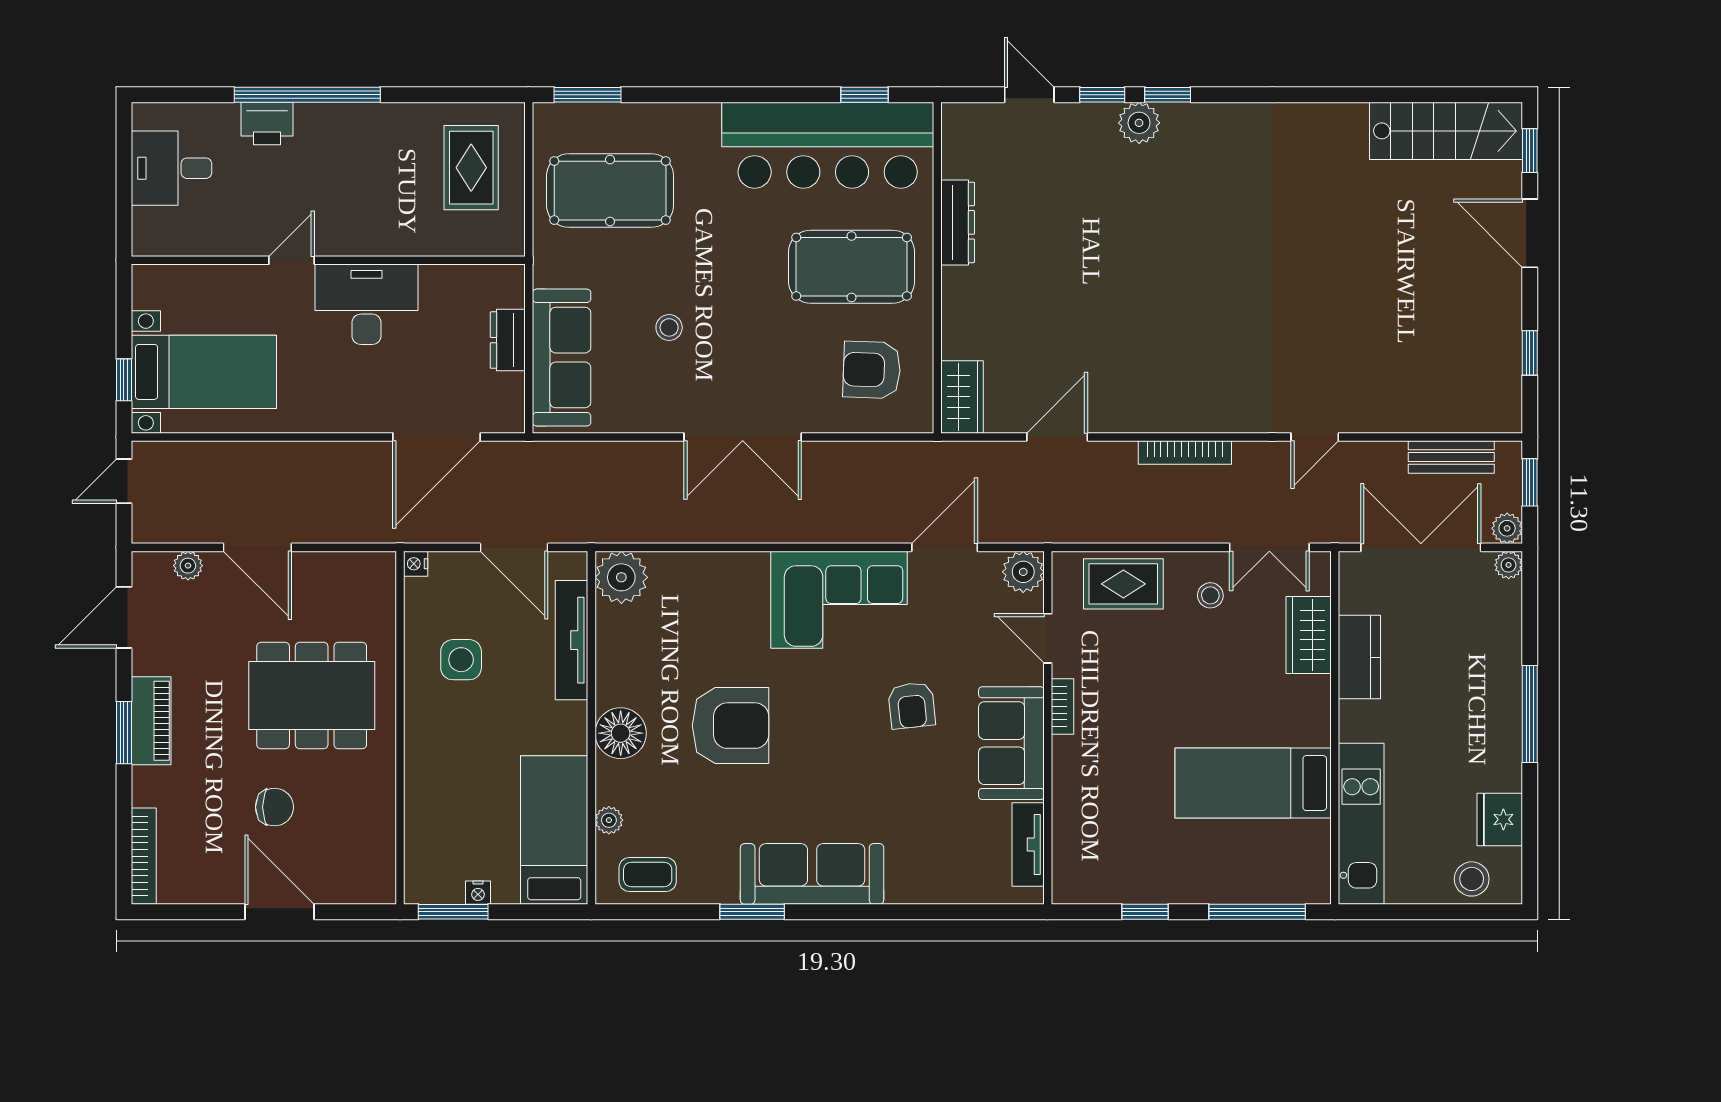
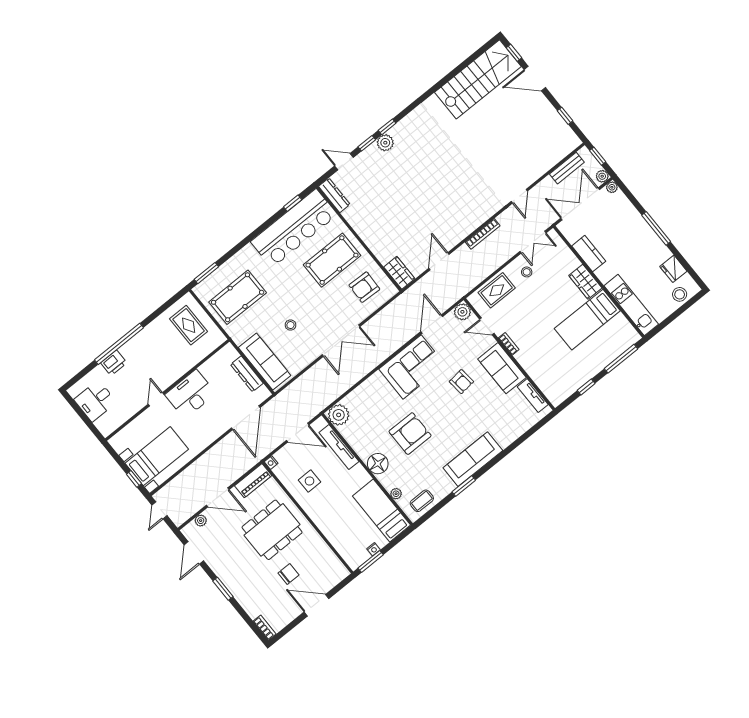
stairs: (1446, 131) -> (478, 79), width x1.36, depth x1.51
dresser: (958, 222) -> (334, 195), moved
dresser: (508, 340) -> (247, 374), width x1.44
wardrobe: (1309, 635) -> (585, 282), moved
piano: (151, 721) -> (253, 481), moved, turned 90
bookcase: (144, 856) -> (265, 628), width x0.64

